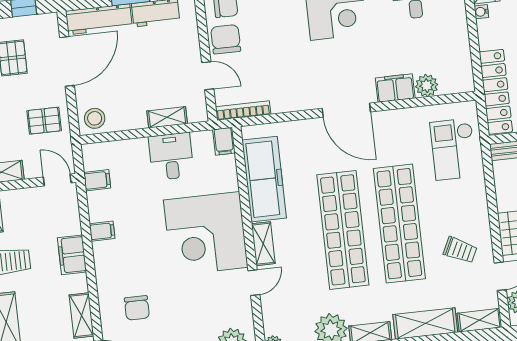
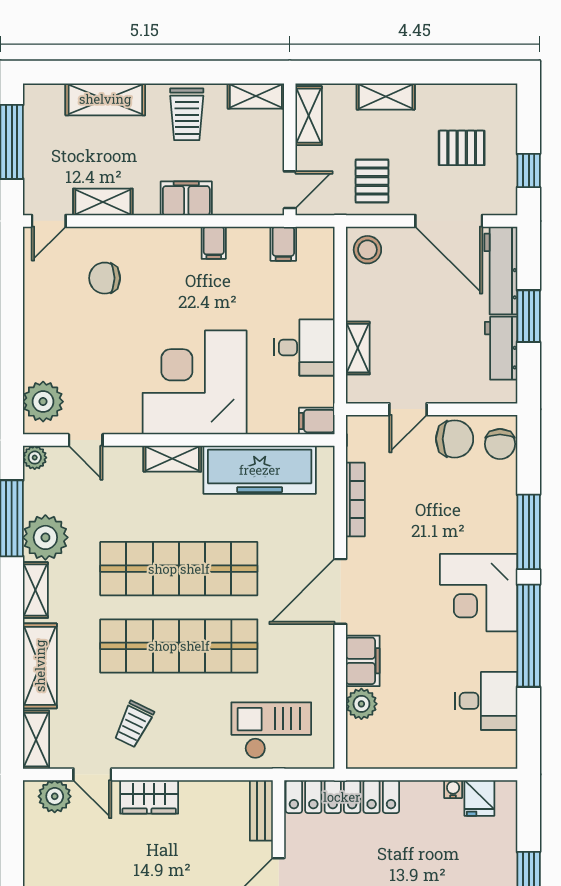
bookcase: (243, 111) -> (355, 500), moved
door: (254, 283) -> (86, 440), moved

